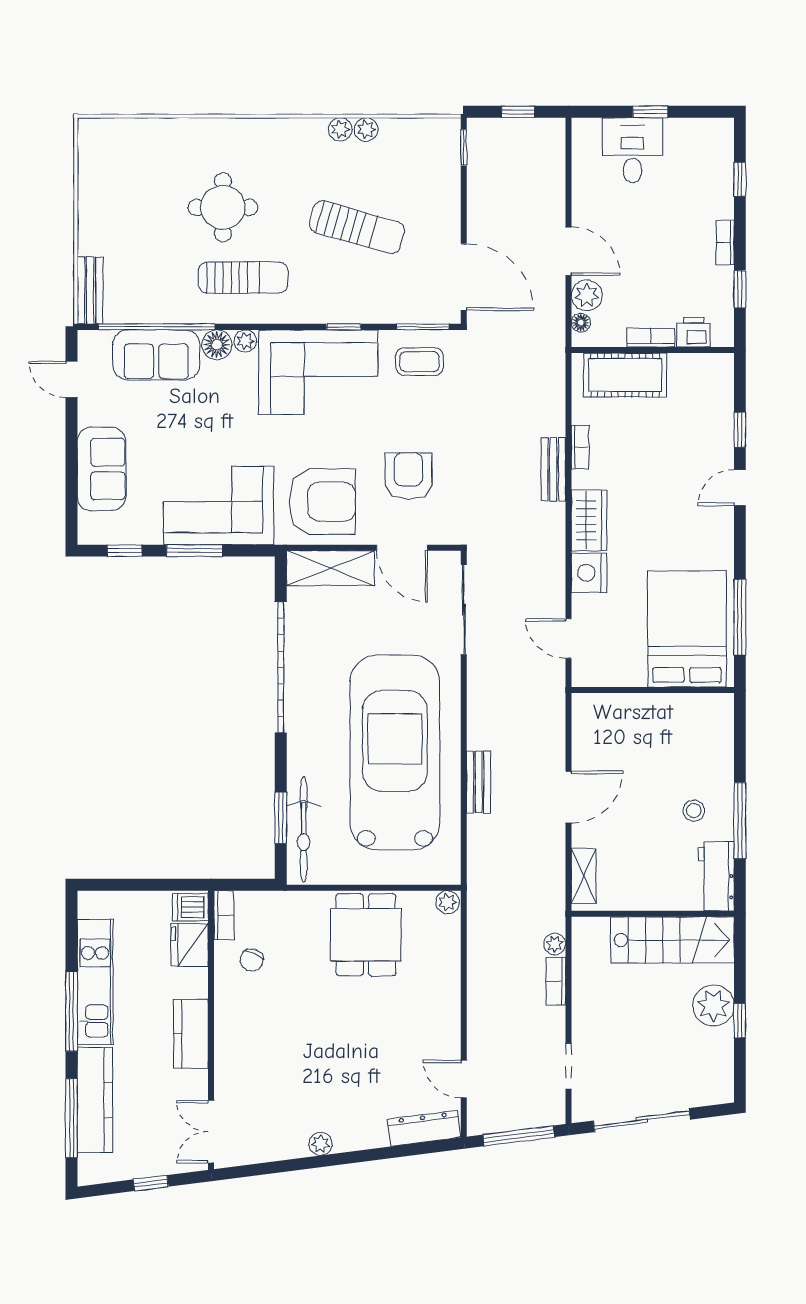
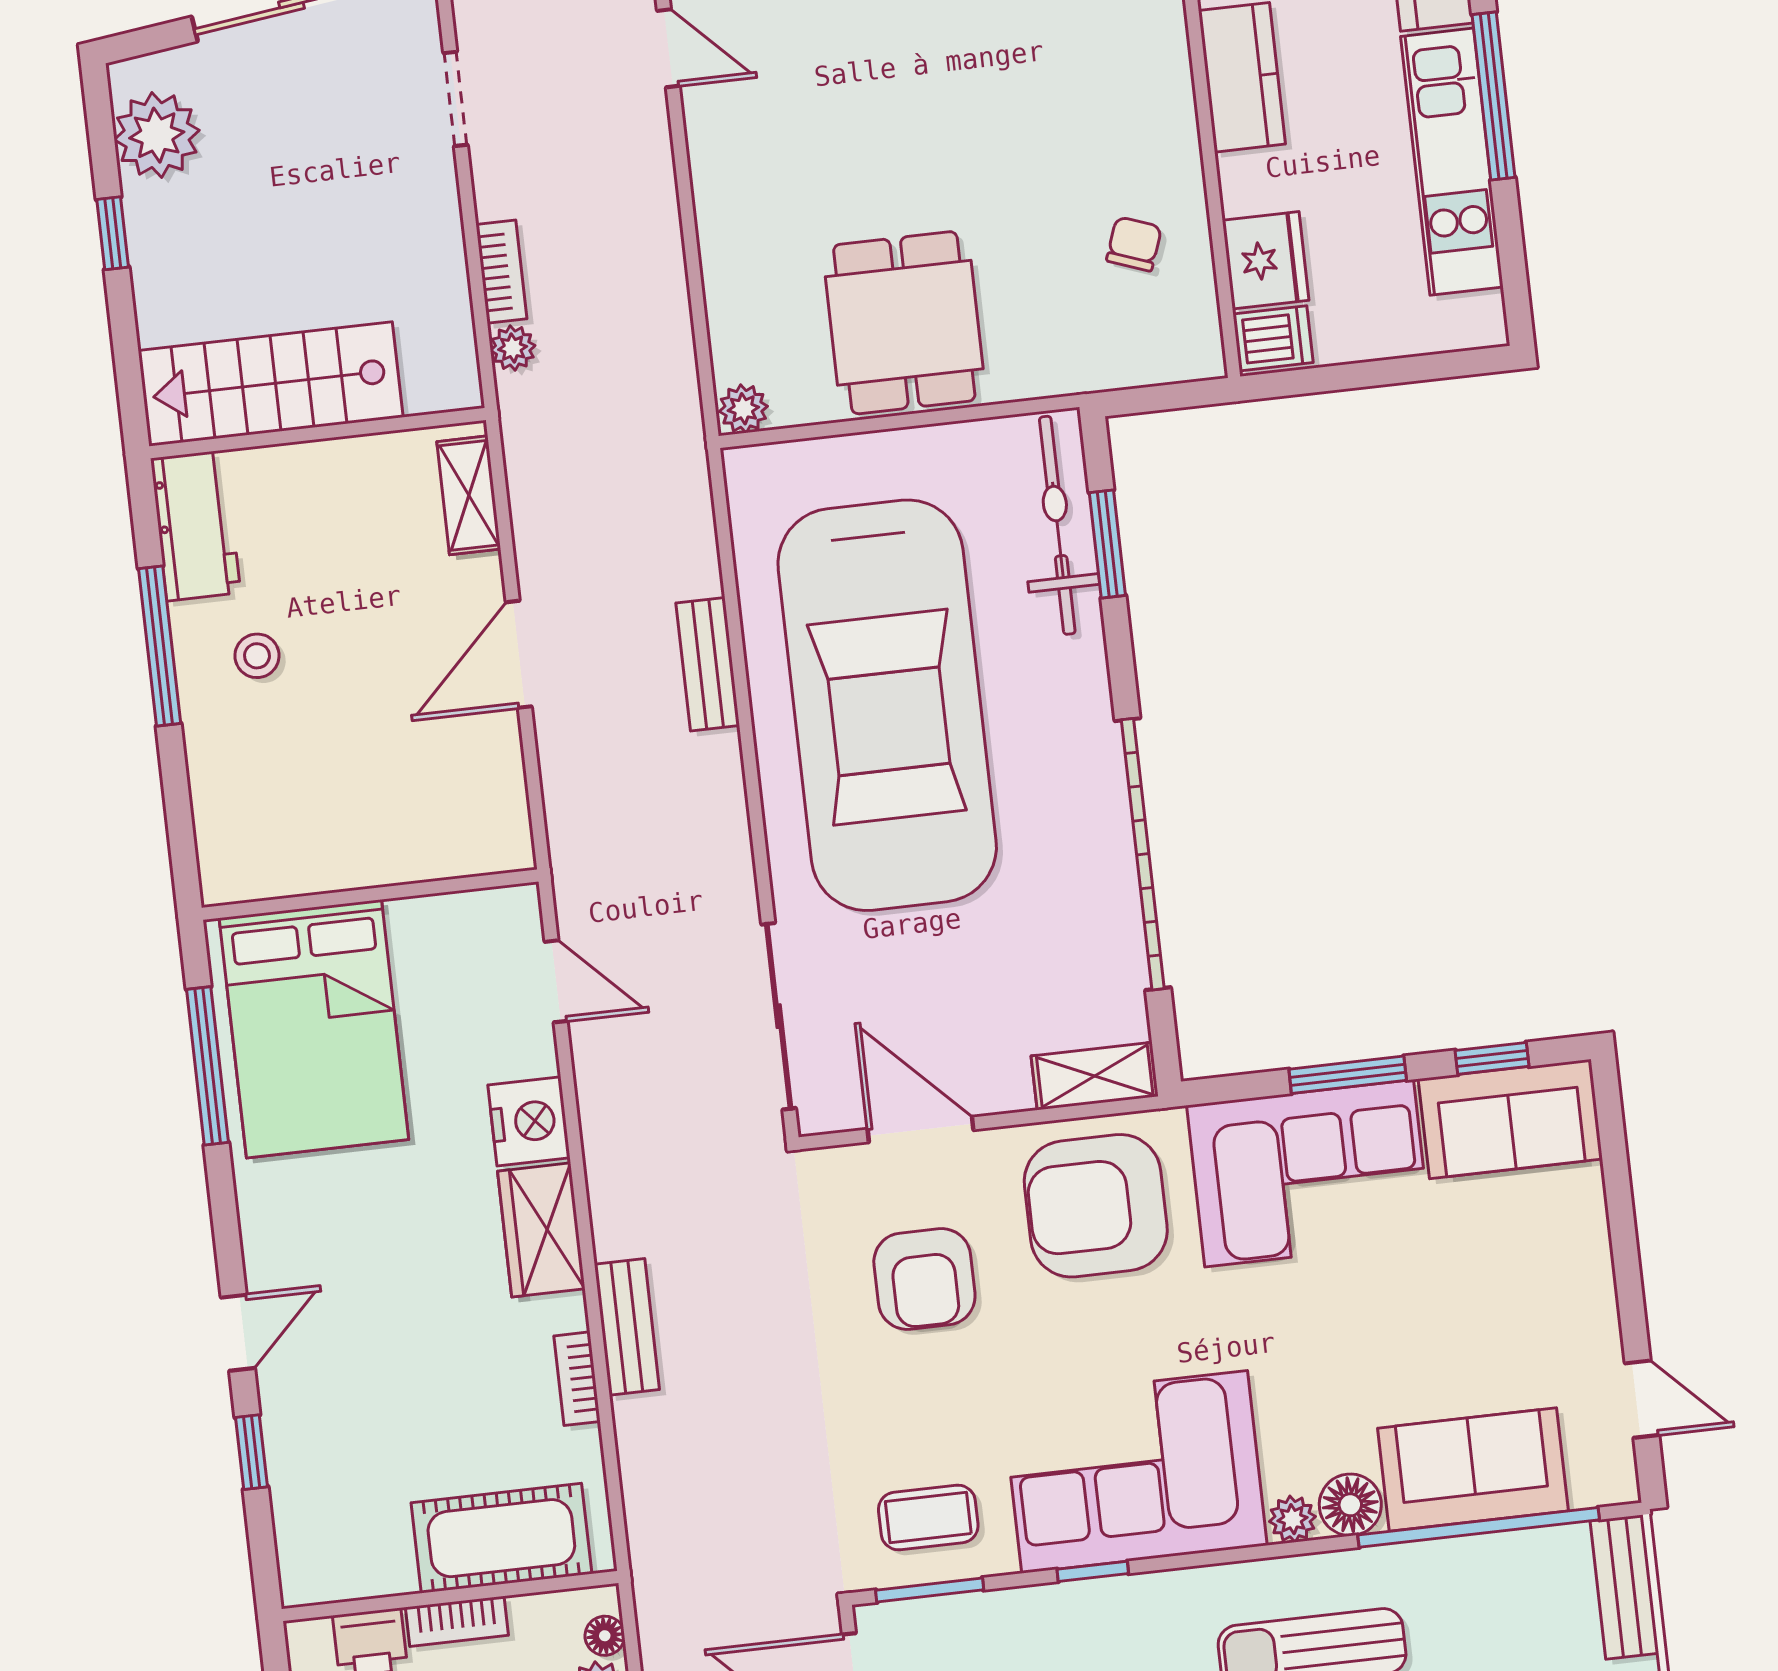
sofa: (102, 469) -> (1510, 1119), moved, turned -90
shelving: (330, 568) -> (1095, 1076), width x0.67, depth x0.75
bookcase: (224, 915) -> (1202, 329), removed
plant: (713, 1006) -> (157, 135), moved

